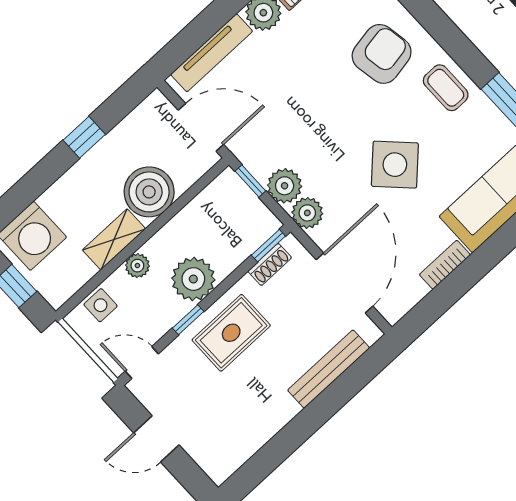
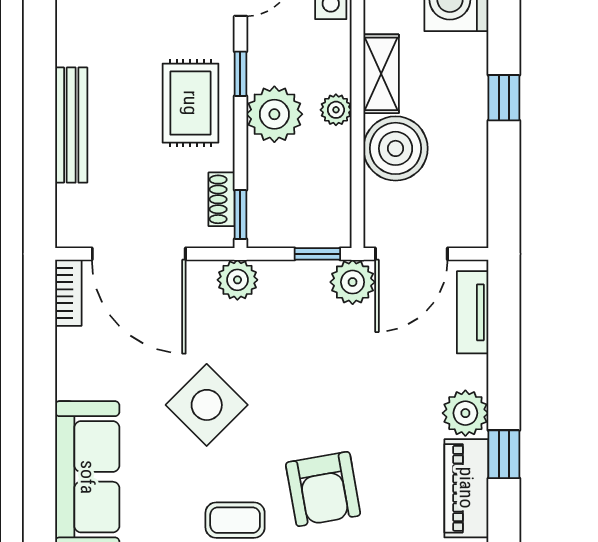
tv unit: (212, 53) -> (473, 312), width x0.71
window: (84, 137) -> (504, 98), moved
plant: (285, 186) -> (353, 282), moved
bookcase: (445, 265) -> (68, 293), moved
plant: (137, 266) -> (336, 110), moved
bench: (329, 369) -> (71, 125), moved

